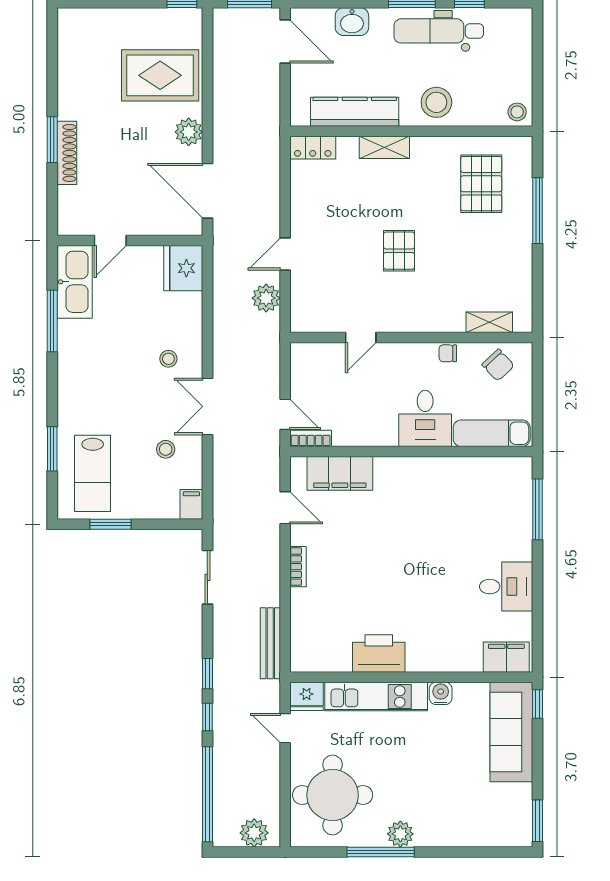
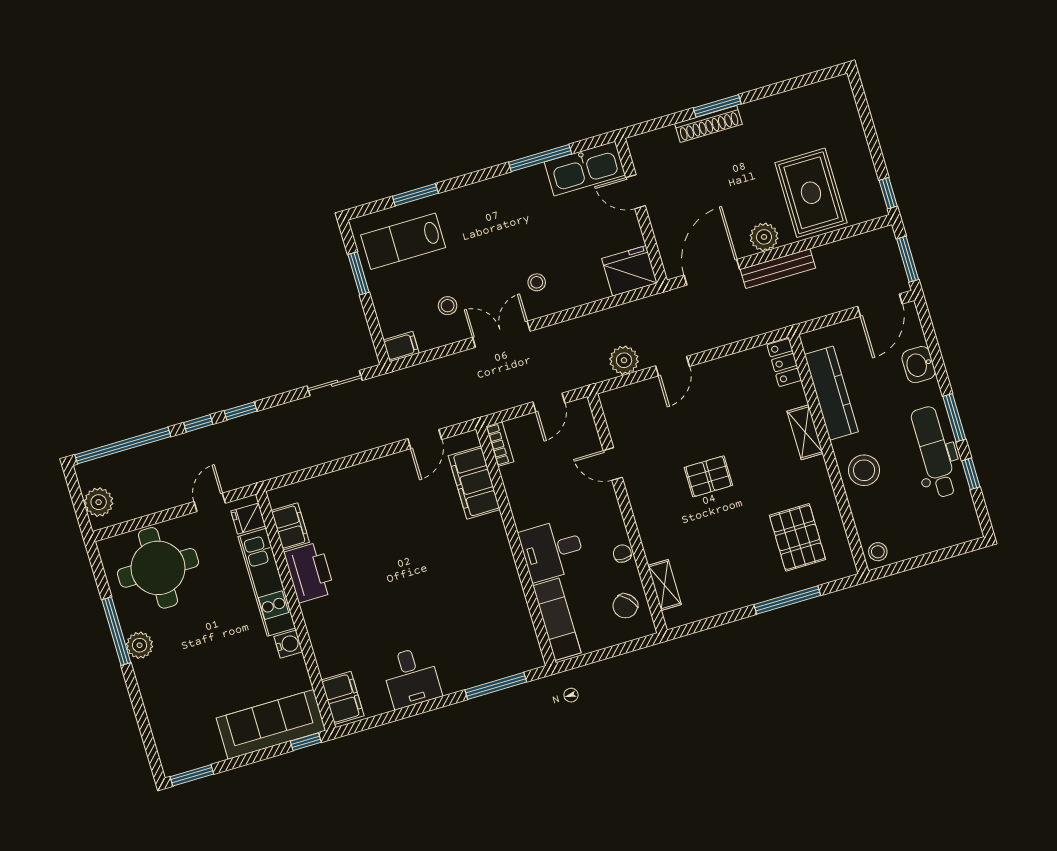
pallet: (481, 184) -> (797, 537), turned 90
door: (285, 254) -> (673, 366), swing flipped
door: (285, 414) -> (549, 403), moved
bookcase: (298, 567) -> (371, 469), removed
bench: (270, 643) -> (778, 269), moved
filing cabinet: (330, 659) -> (290, 526), added
fridge: (307, 696) -> (248, 519), width x0.72

